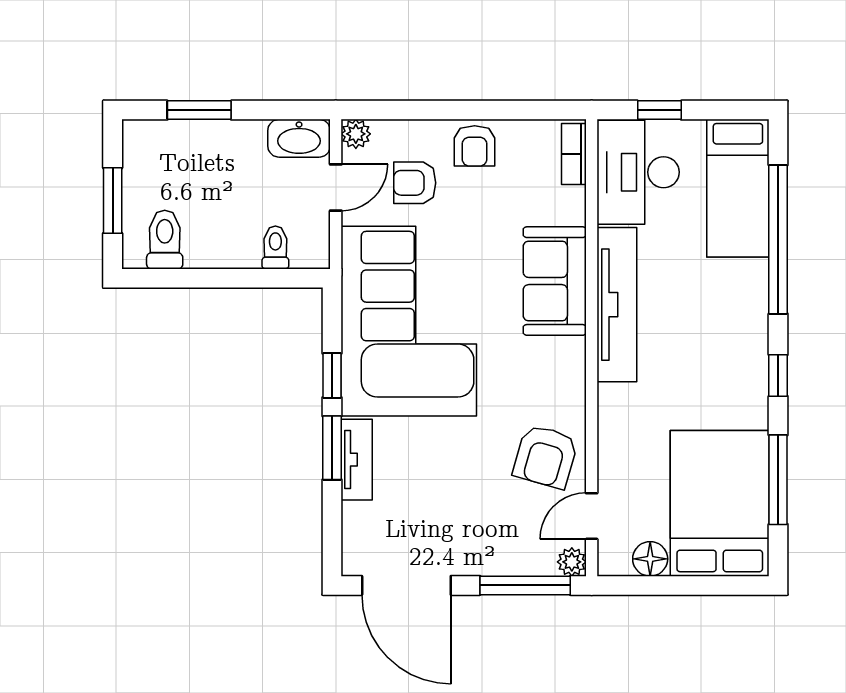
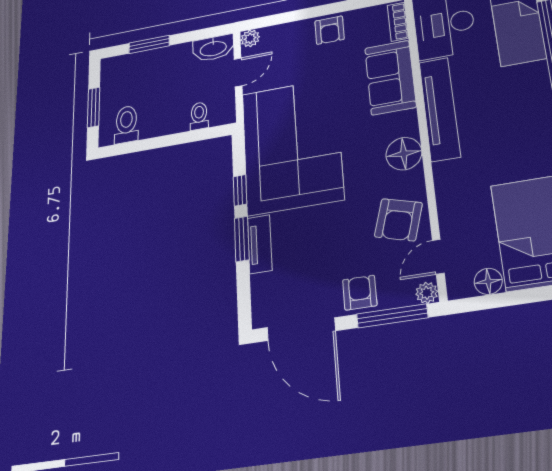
armchair: (415, 183) -> (360, 293), moved, turned 90
sofa: (555, 281) -> (390, 77), moved
floor lamp: (562, 362) -> (404, 154), added

